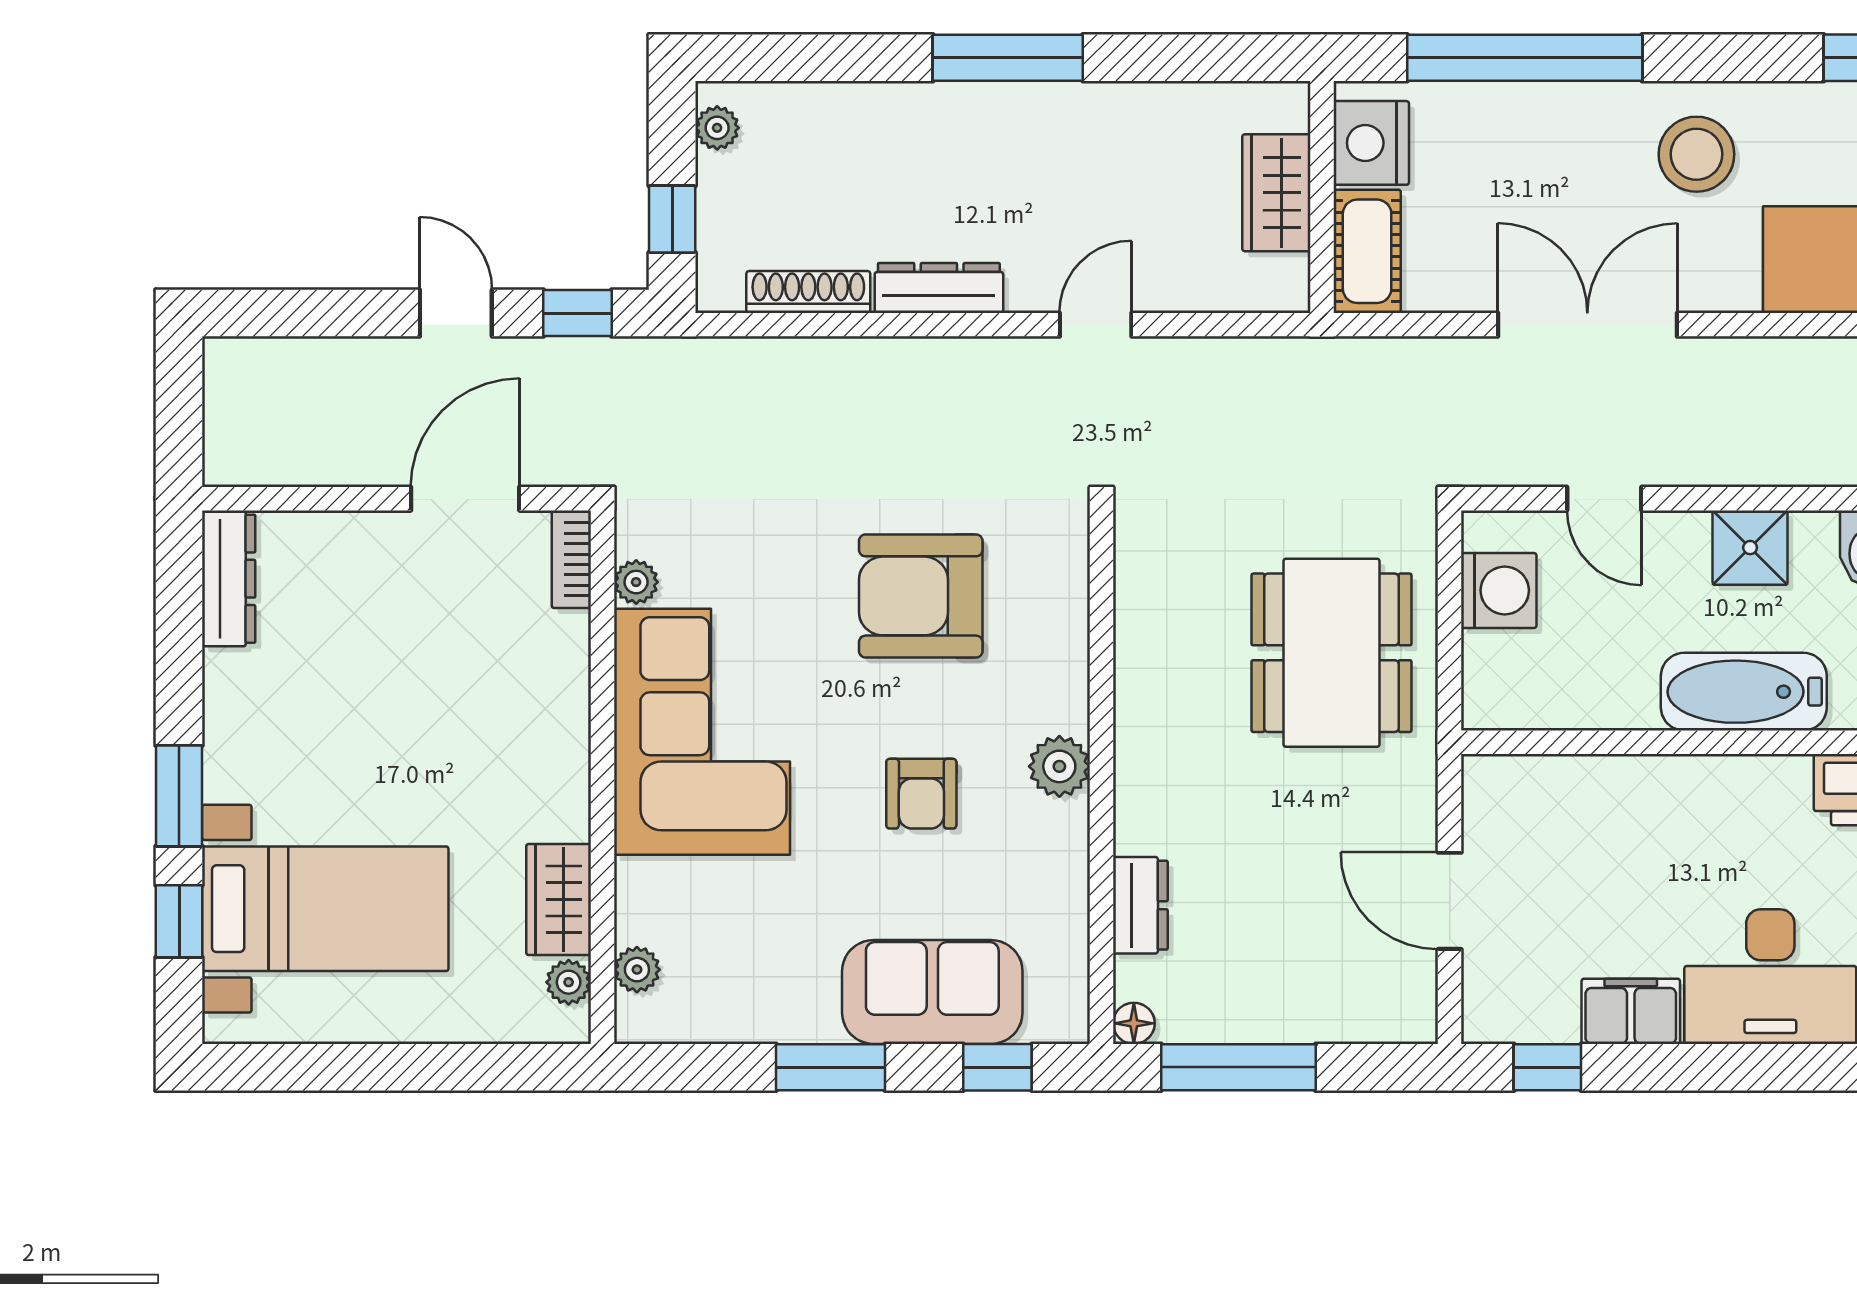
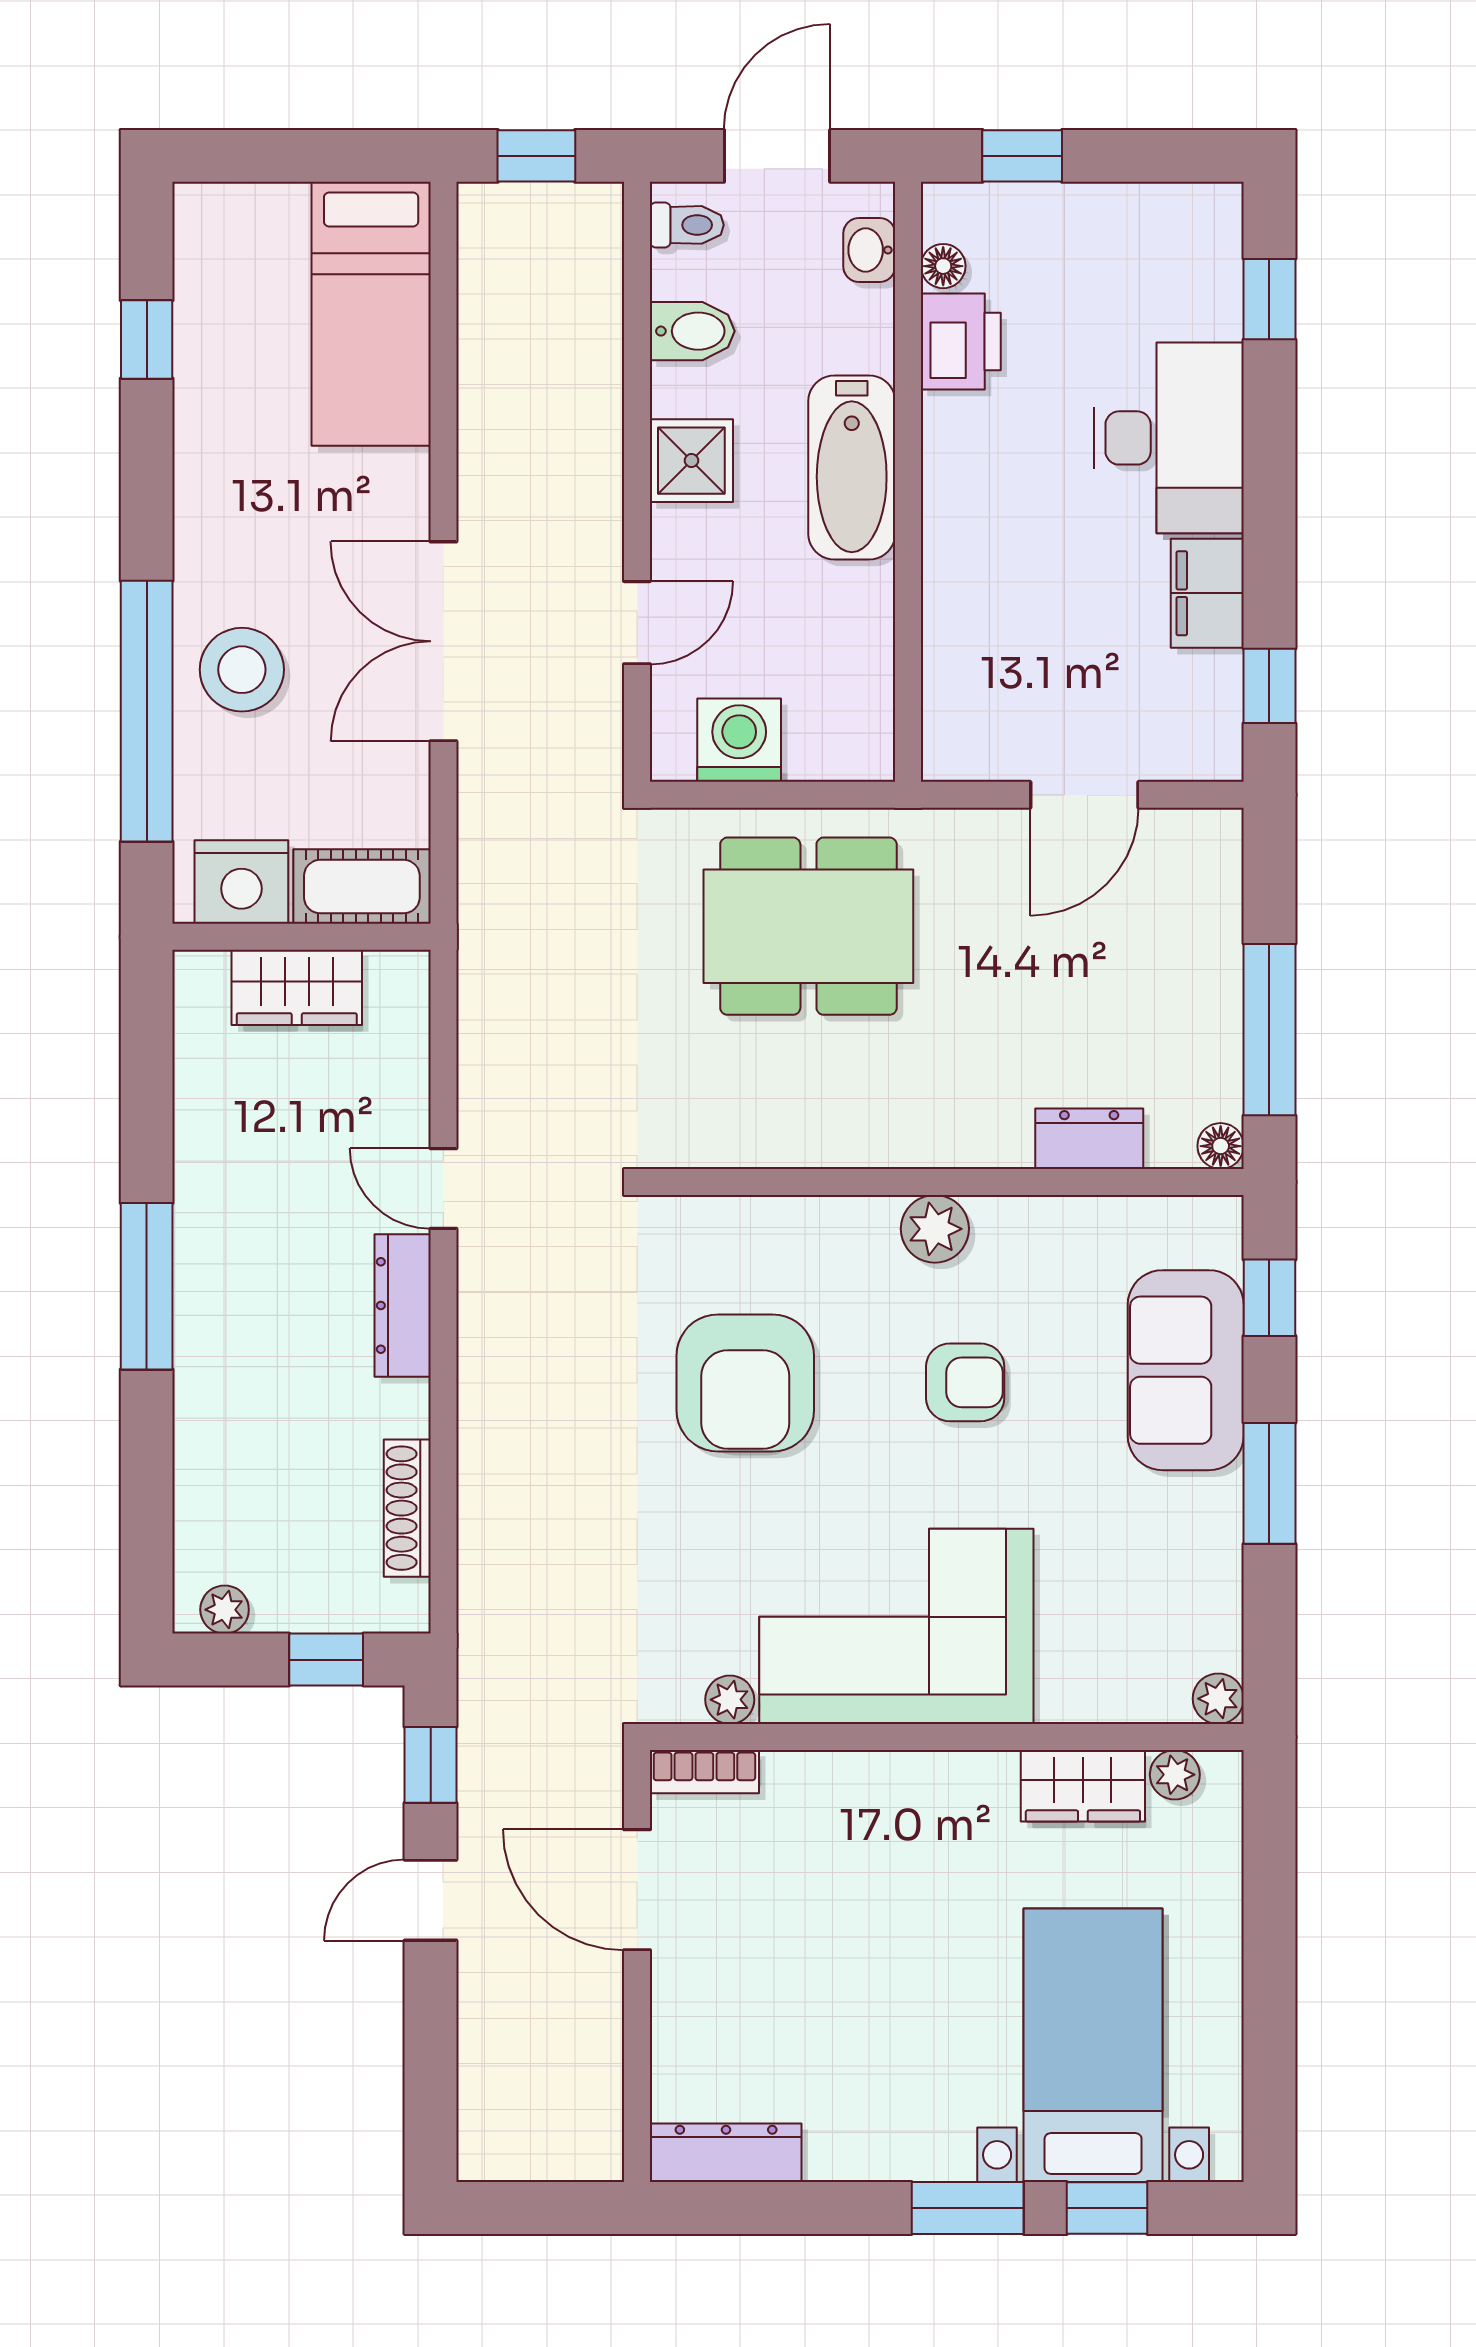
stool: (1696, 154) -> (242, 670), moved
dresser: (939, 288) -> (403, 1305), moved
plant: (637, 970) -> (1218, 1699), moved

